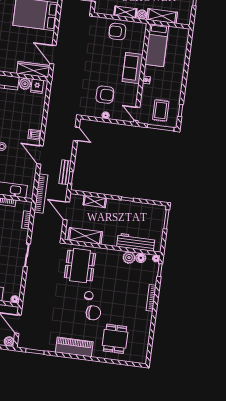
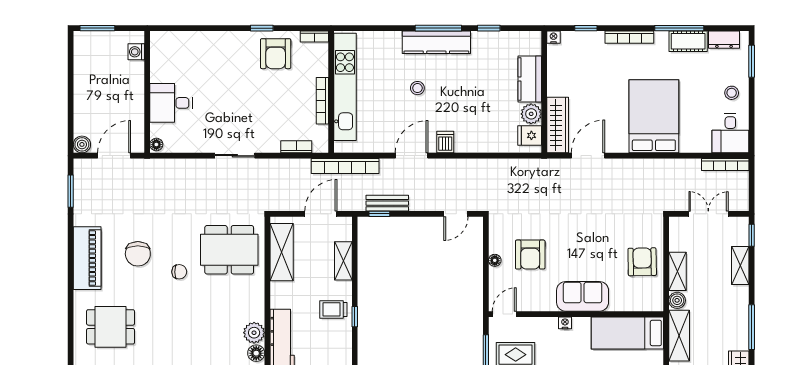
trolley: (122, 211) -> (333, 309), added
chair: (93, 313) -> (138, 254), moved

